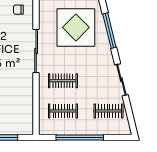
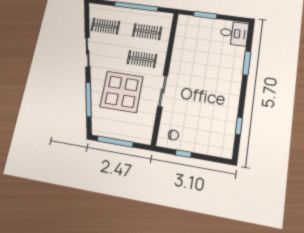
display table: (76, 27) -> (122, 92), moved
sliding door: (36, 51) -> (163, 91), width x0.73

